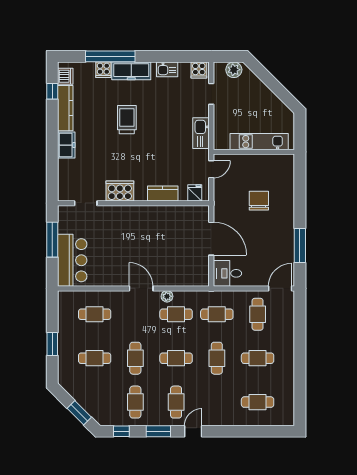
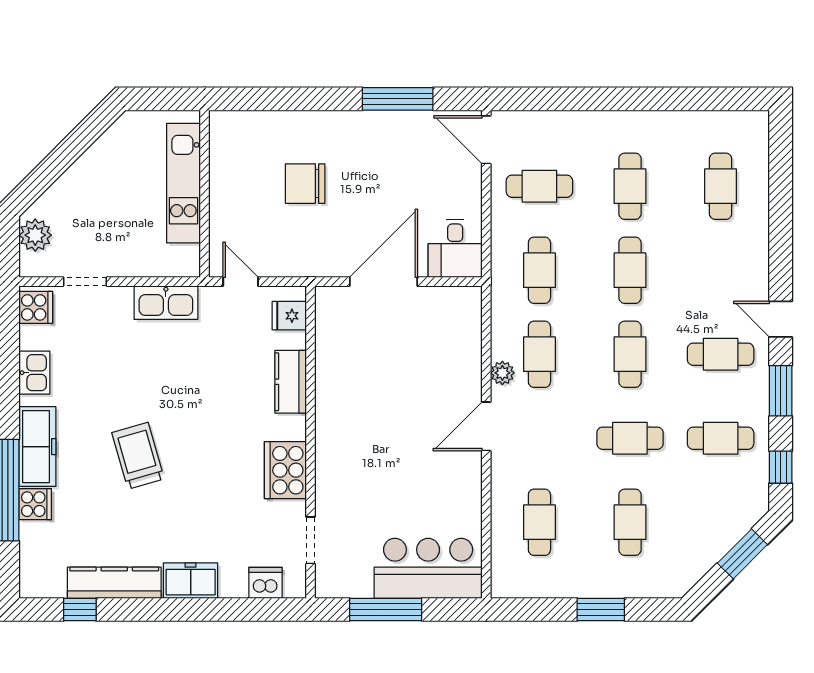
dishwasher: (65, 76) -> (265, 583), moved
trolley: (127, 120) -> (138, 456), turned 74
cafe table: (217, 358) -> (630, 270), turned 90

